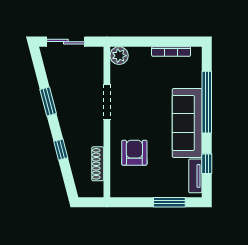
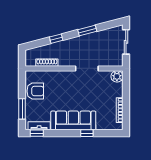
window: (207, 102) -> (87, 133), width x0.32
armchair: (134, 153) -> (35, 91), moved
window: (207, 164) -> (37, 133), moved

